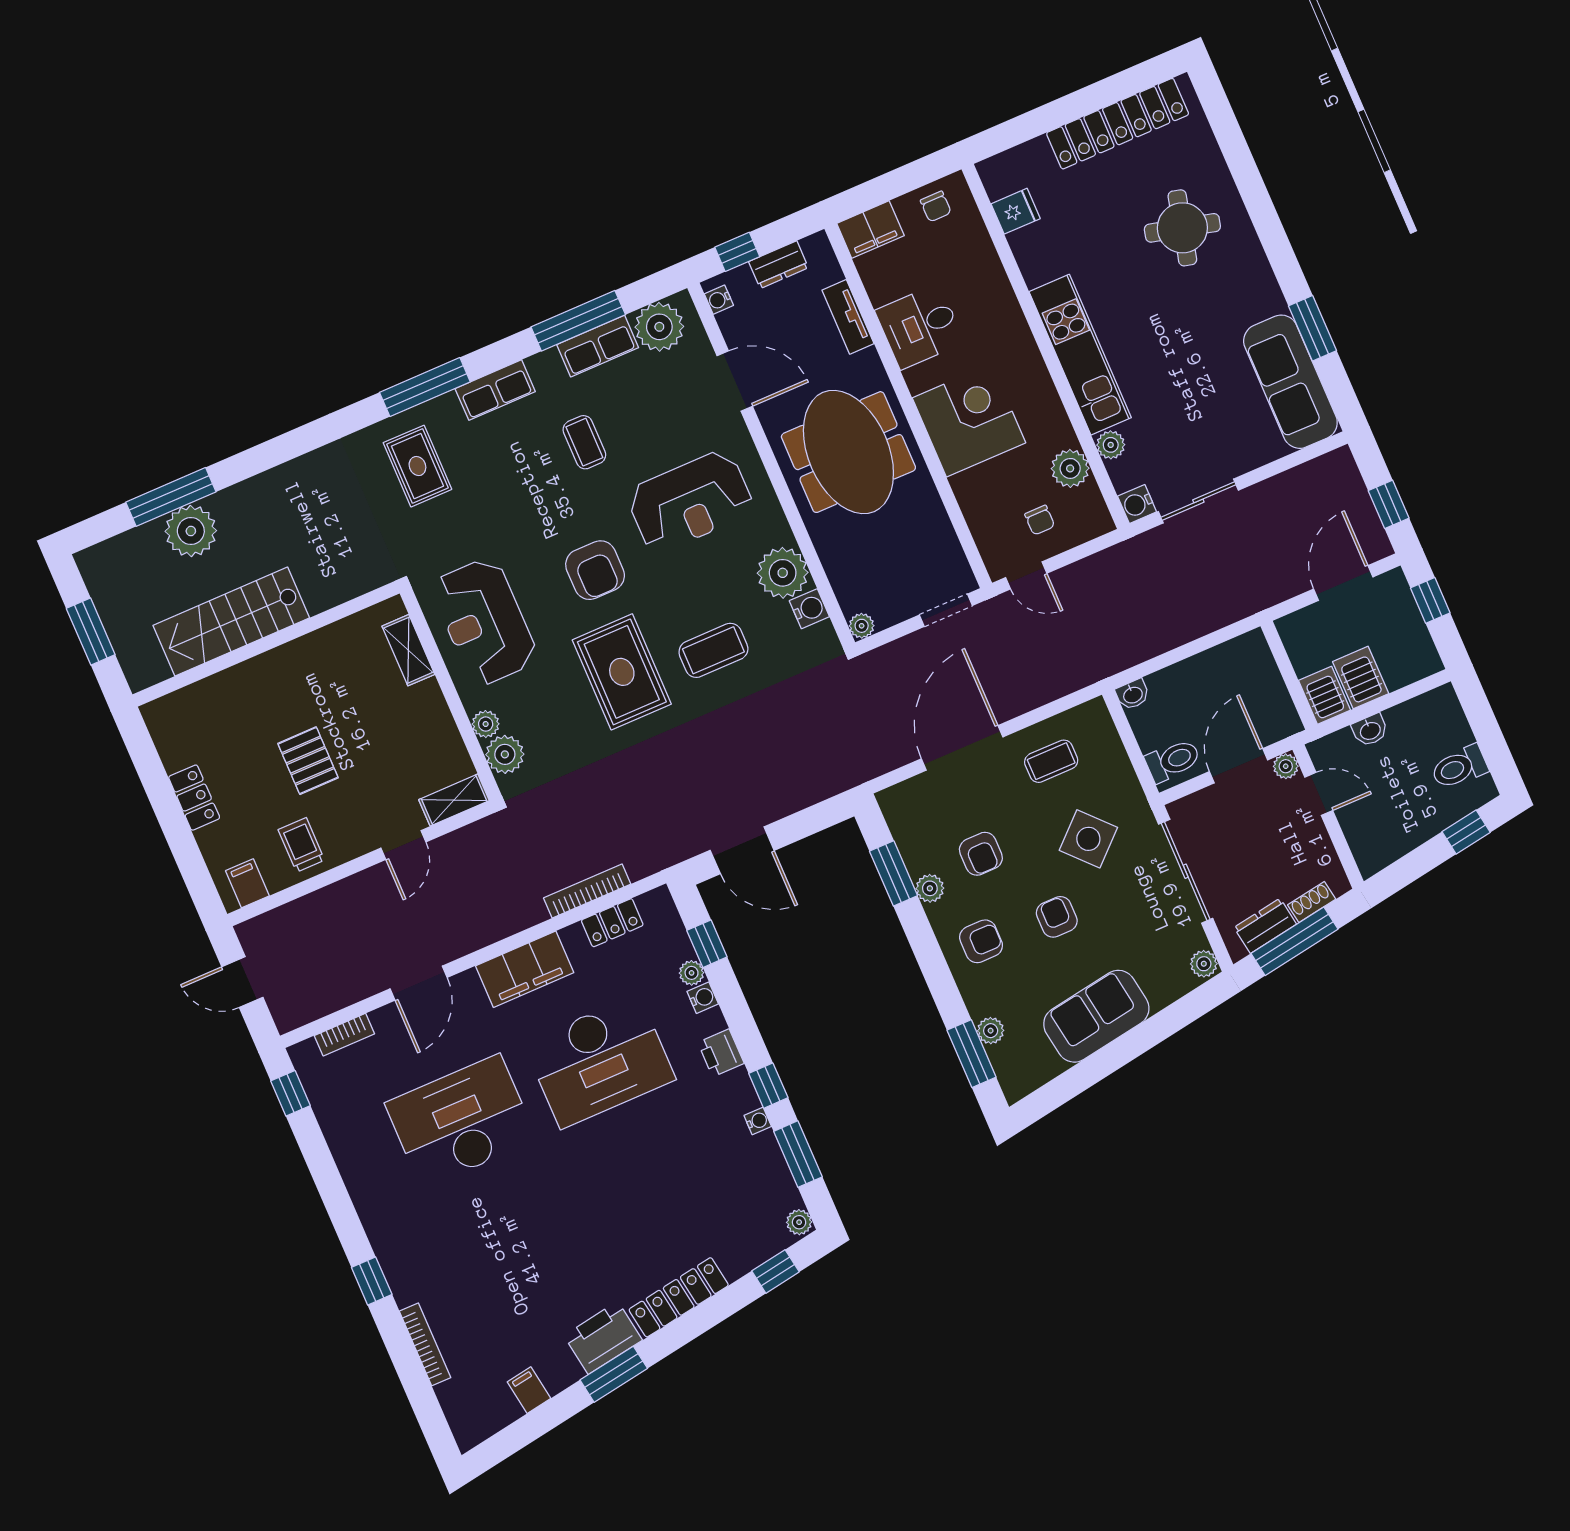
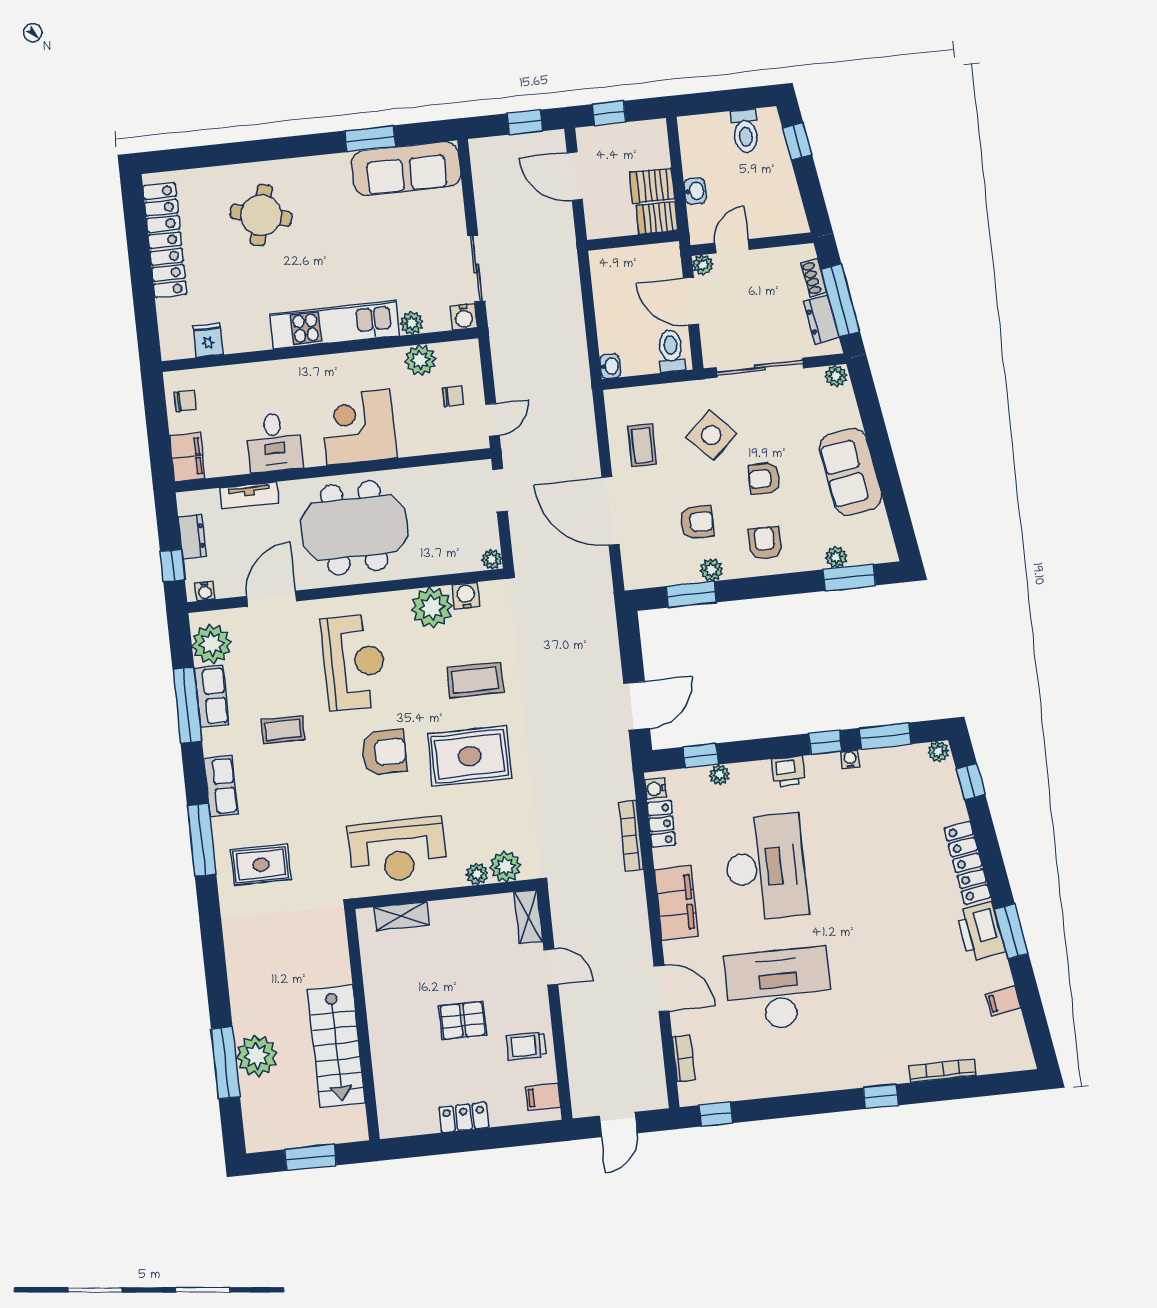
coffee table: (713, 650) -> (475, 680), turned 90
water cooler: (703, 998) -> (655, 789), moved, turned -90
desk: (461, 1121) -> (779, 989), turned 90

